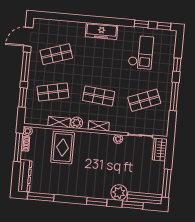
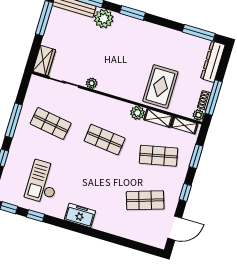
freezer: (101, 31) -> (80, 215), width x0.71
window: (26, 67) -> (185, 193), width x0.46
shop shelf: (144, 100) -> (51, 123), turned 30
shelving: (99, 126) -> (184, 125), moved

